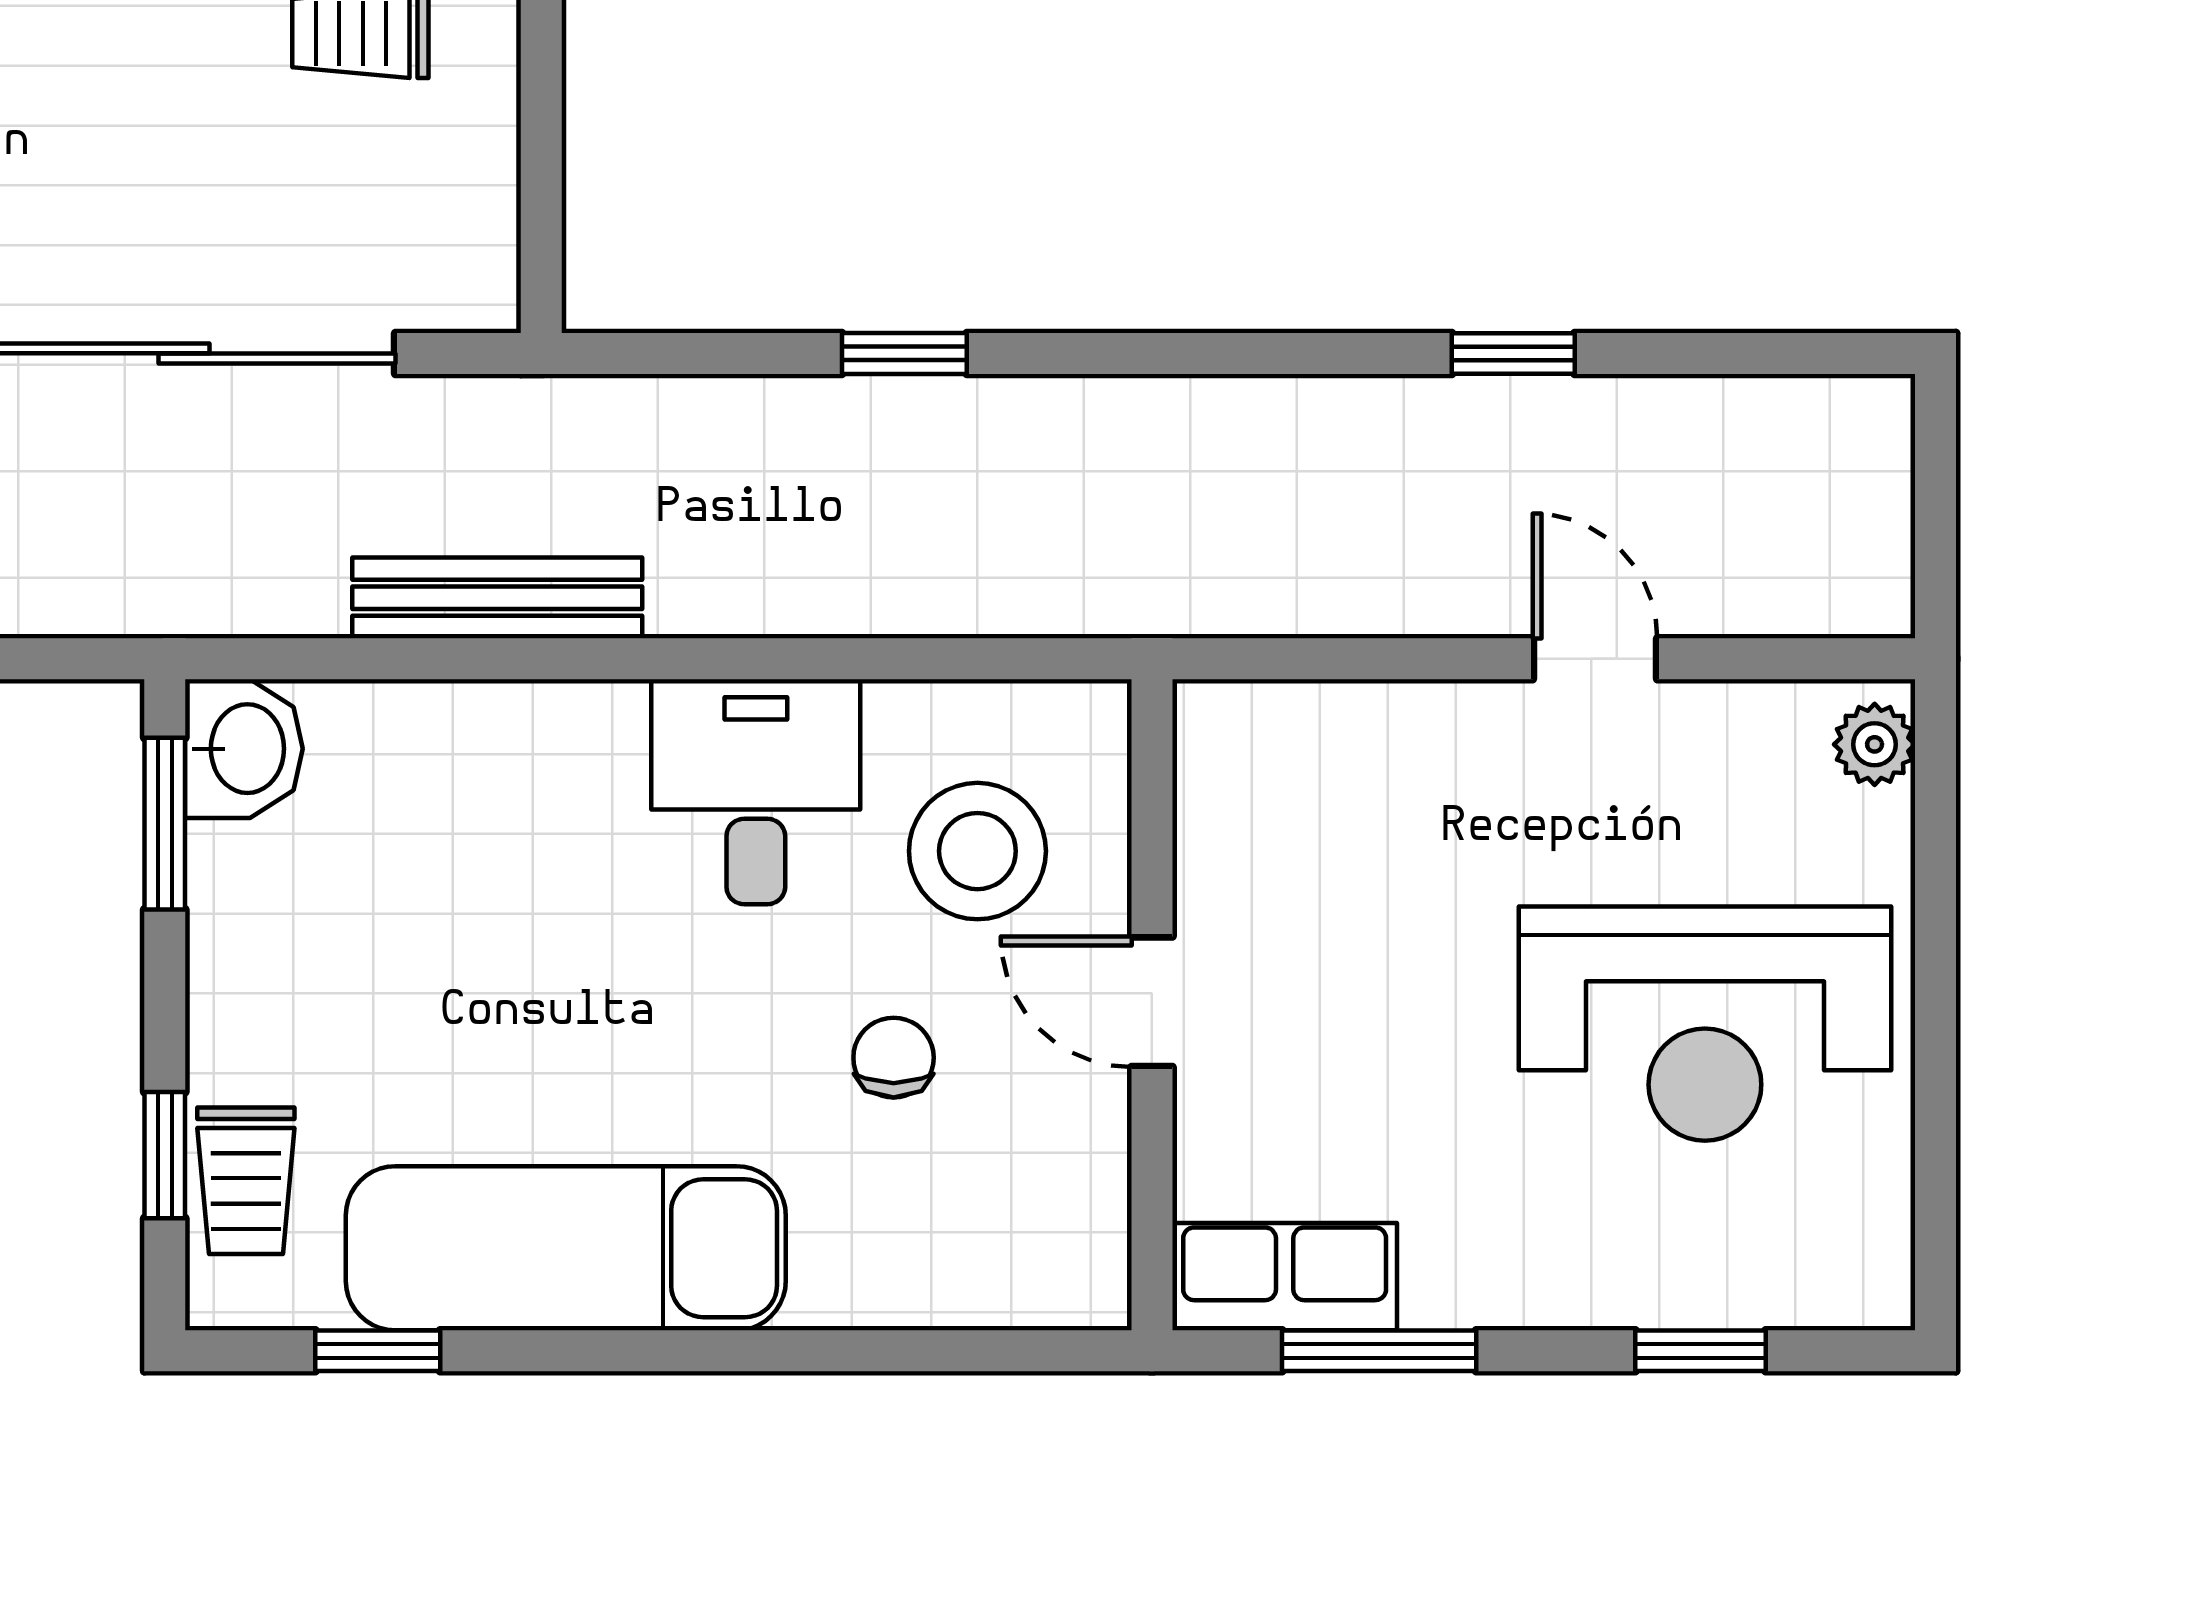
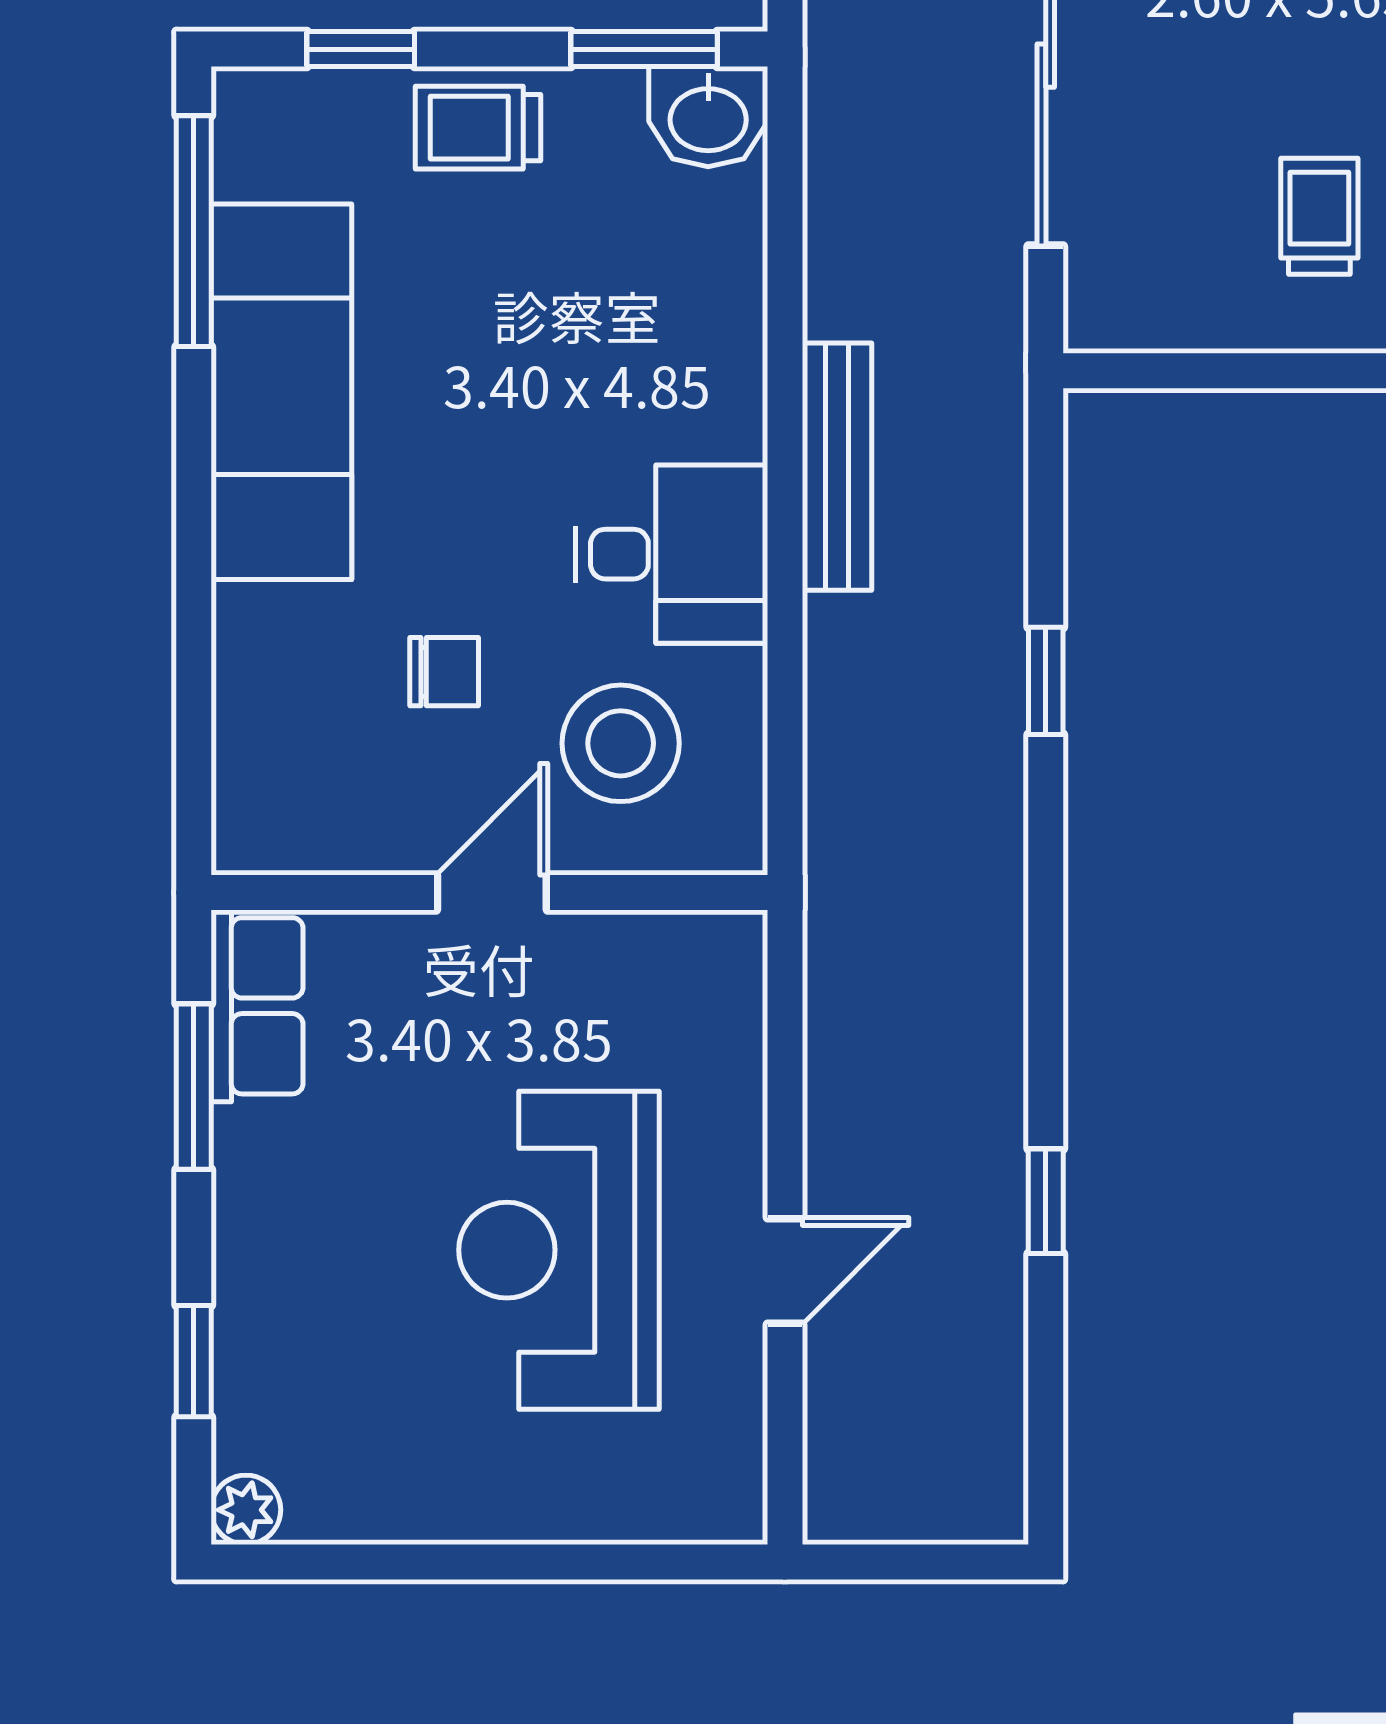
bench: (497, 598) -> (837, 467), moved
plant: (1875, 744) -> (246, 1510), moved
reception desk: (1705, 1024) -> (559, 1250), moved
trolley: (246, 1181) -> (478, 128), moved
window: (378, 1351) -> (194, 231), width x2.17

